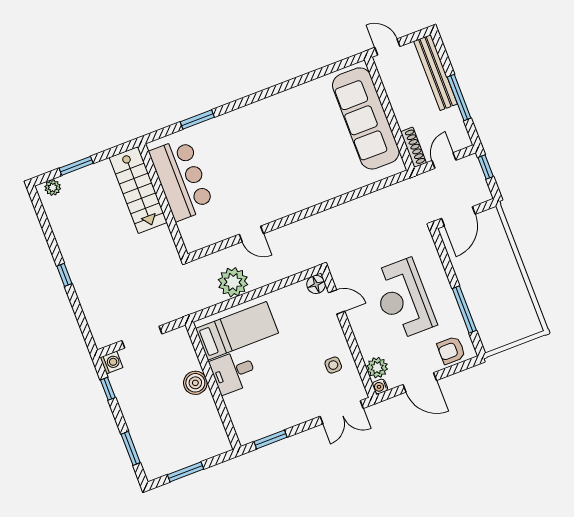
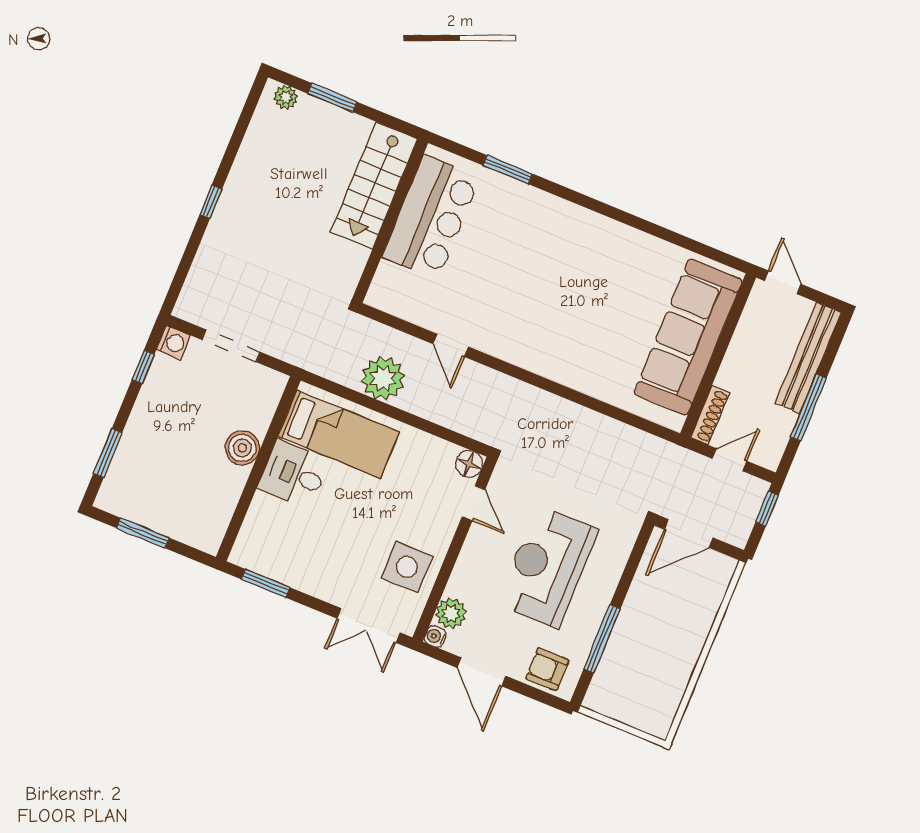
side table: (333, 365) -> (407, 567), width x1.87, depth x1.87

